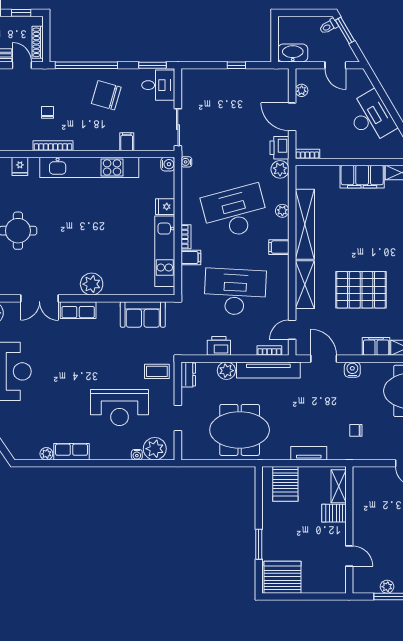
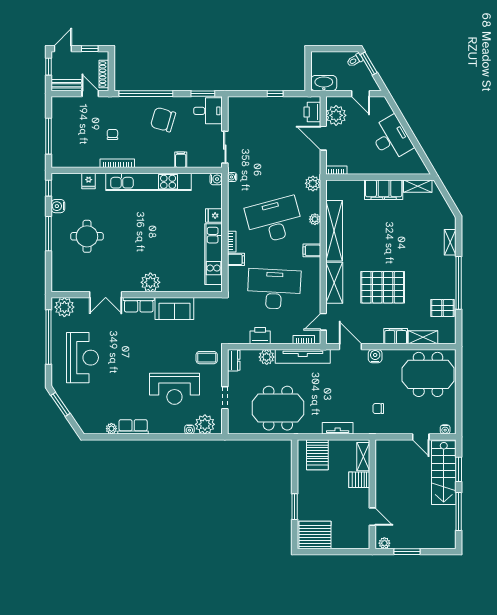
plant: (302, 90) -> (336, 115), width x1.87, depth x1.87
printer: (279, 148) -> (312, 112), moved
sofa: (143, 314) -> (174, 308), moved
plant: (387, 587) -> (384, 543), moved

